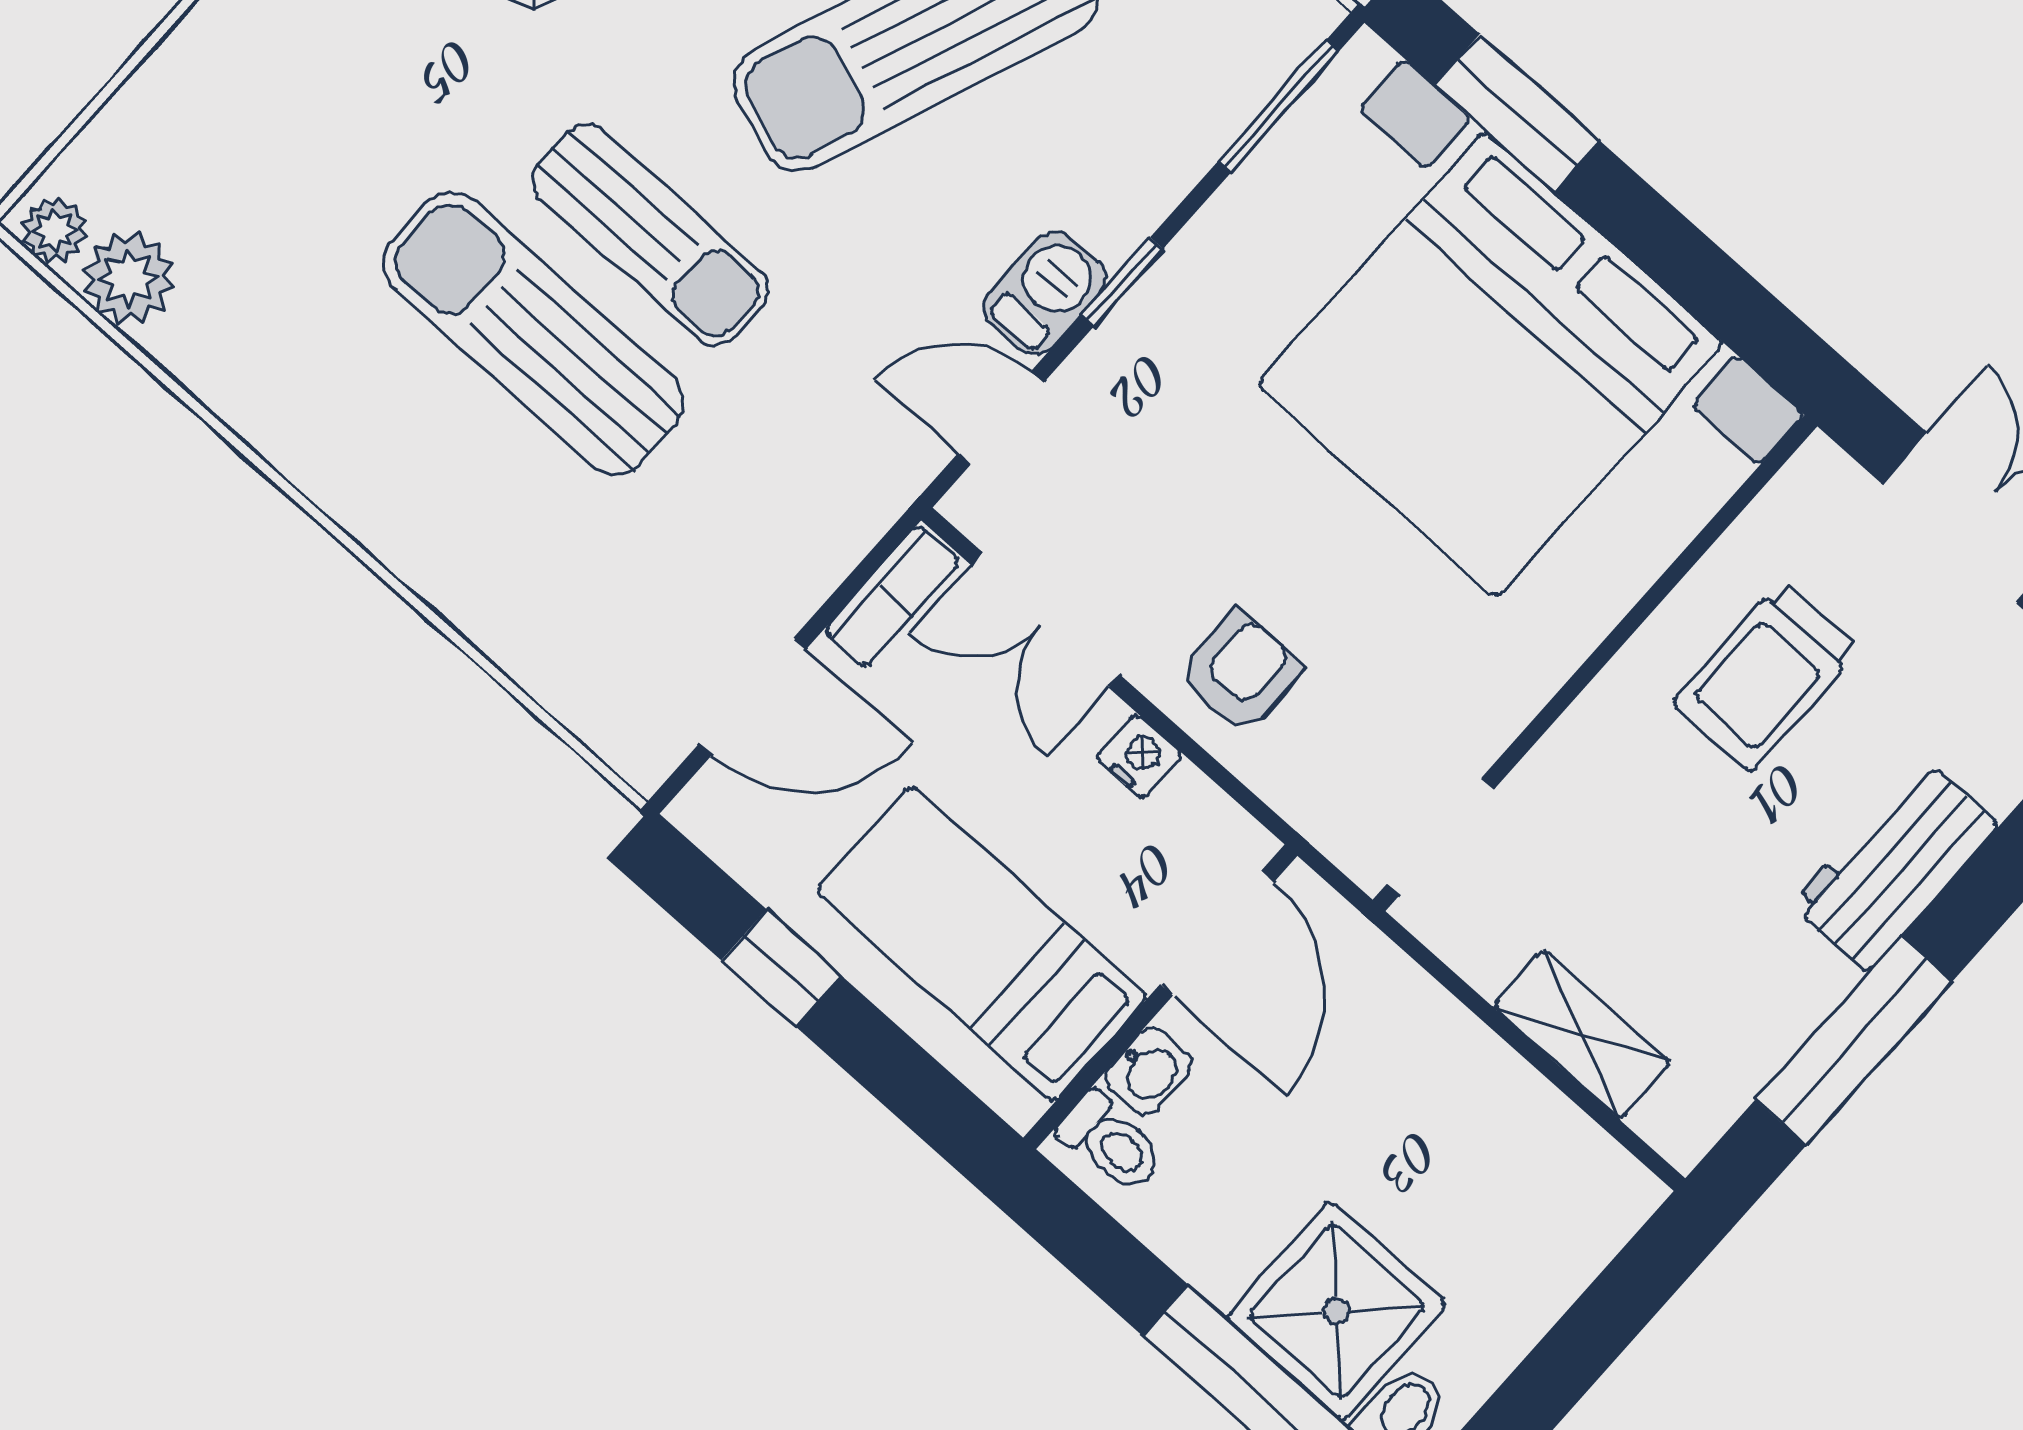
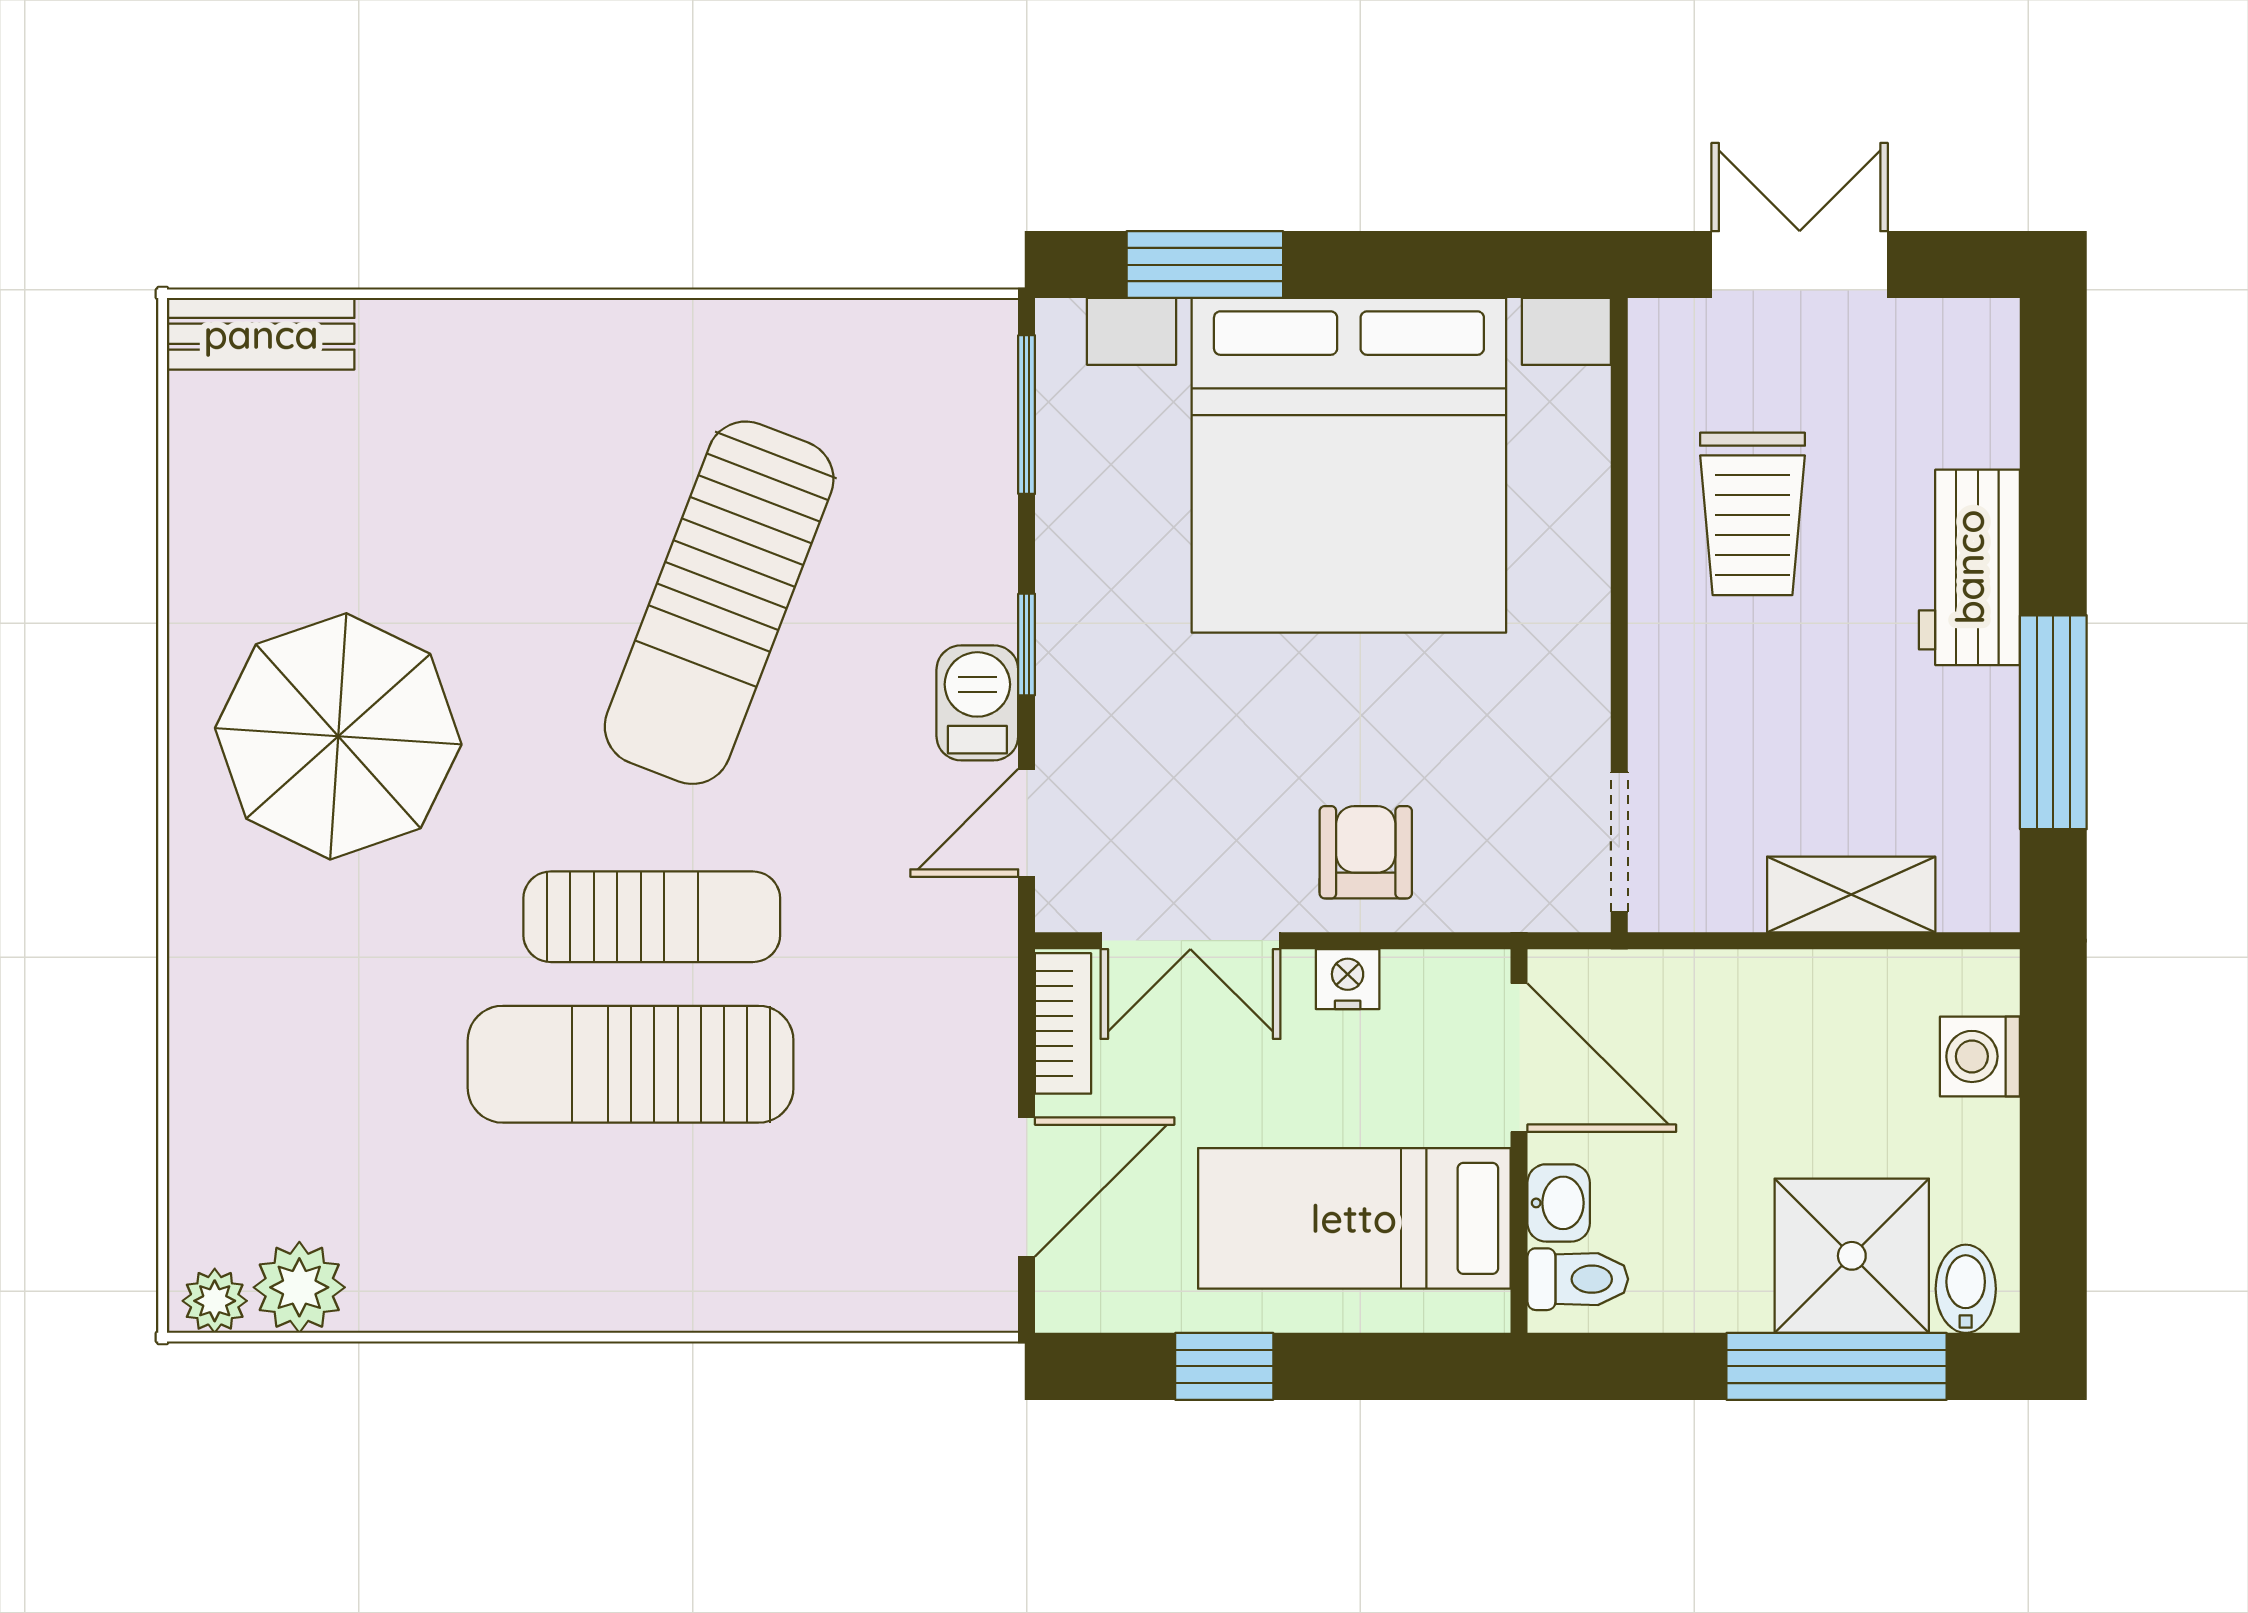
washing machine: (1570, 1246) -> (1980, 1056), added

